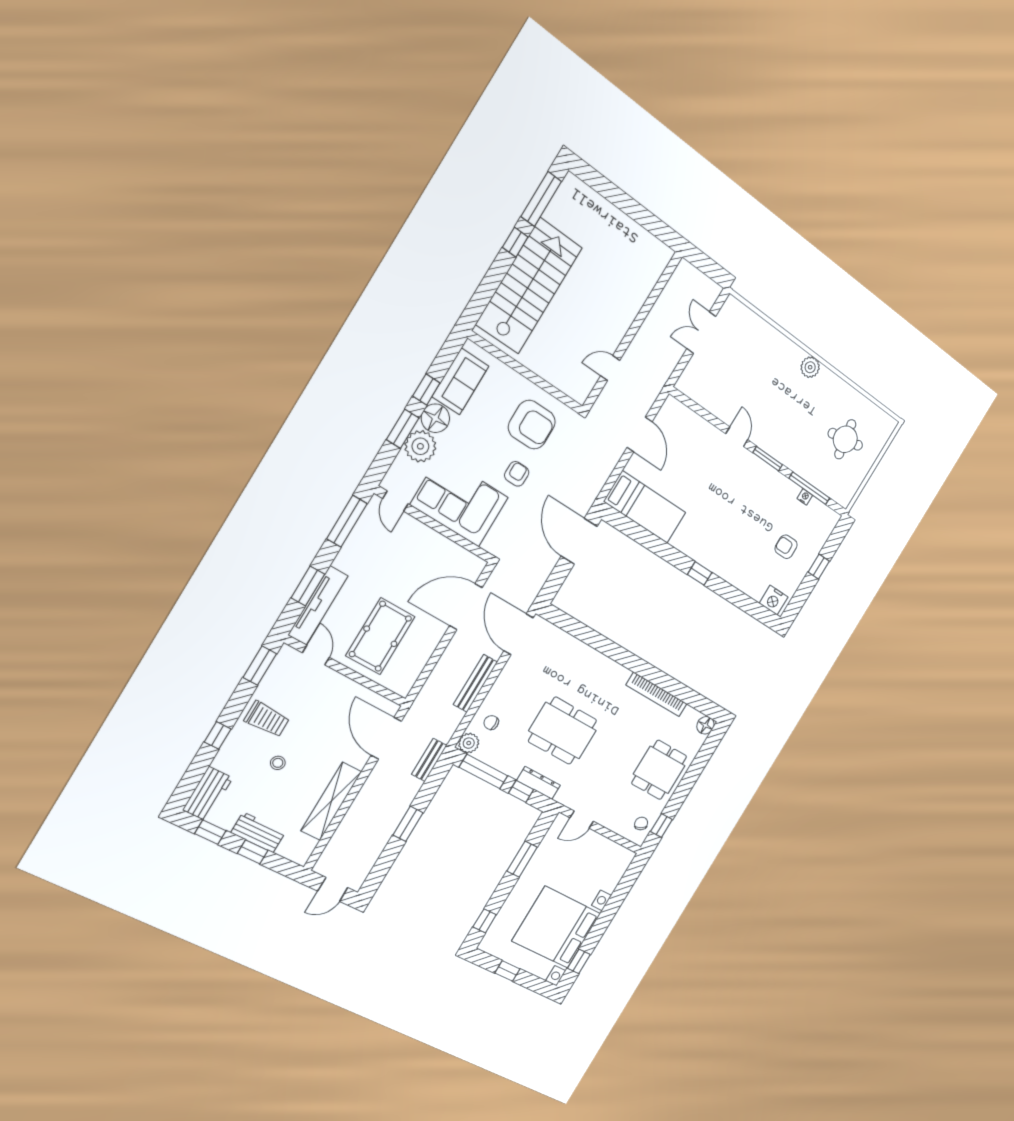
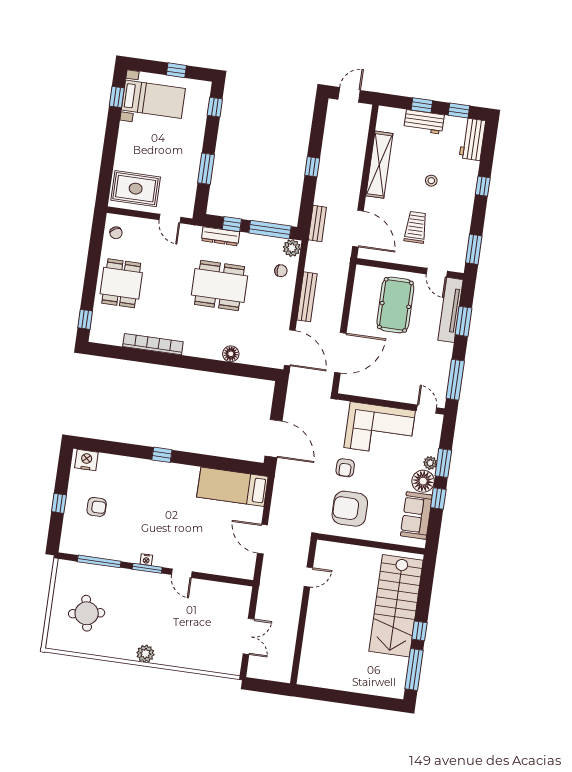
plant: (420, 446) -> (430, 463), width x0.53, depth x0.53
nightstand: (805, 497) -> (146, 560), moved
trolley: (267, 719) -> (416, 227), moved, turned 90
floor lamp: (705, 725) -> (231, 354), moved
door: (582, 820) -> (170, 219), swing flipped
window: (408, 824) -> (312, 167), width x0.67
window: (661, 826) -> (85, 319), moved
rug: (602, 862) -> (136, 189), added
bed with nightstands: (556, 927) -> (153, 99), width x0.54

